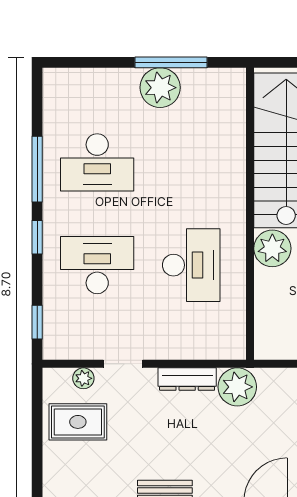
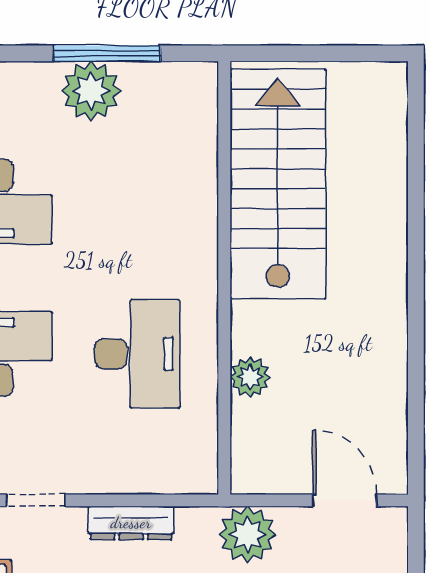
plant: (272, 248) -> (250, 377), moved, width x0.73, depth x0.73
plant: (237, 387) -> (247, 535), moved

